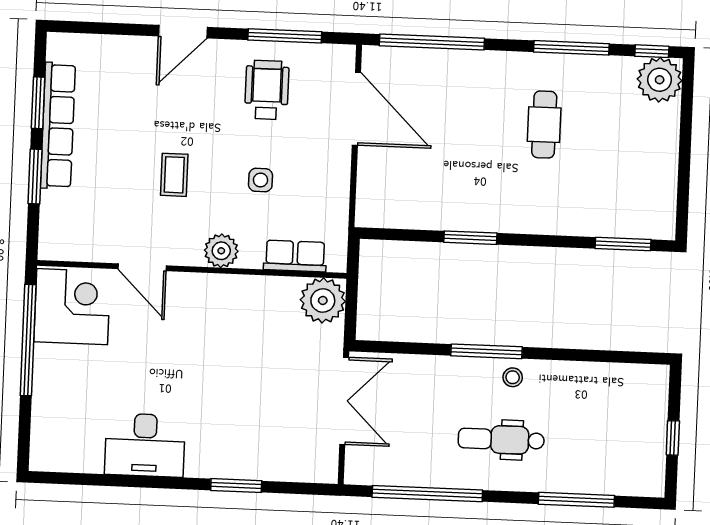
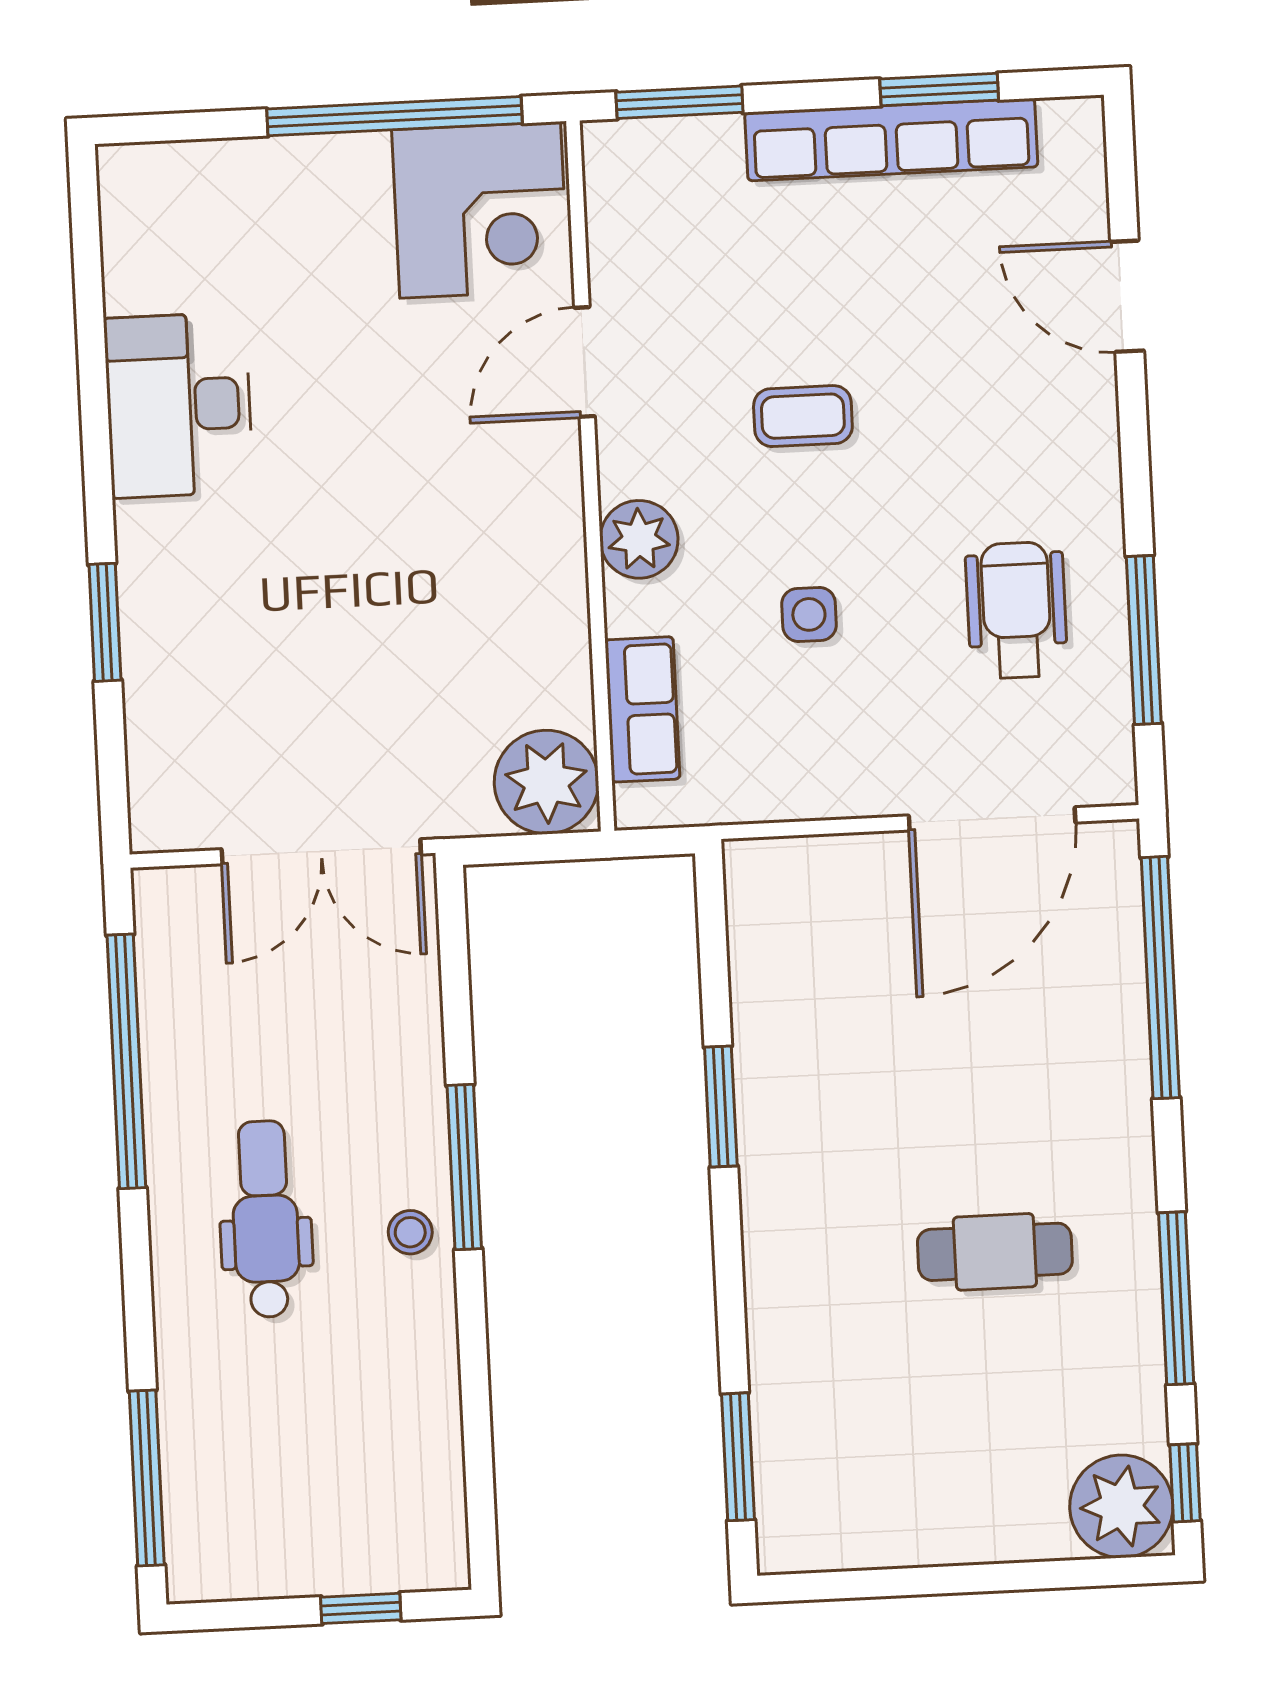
door: (183, 32) -> (1127, 296), moved
wheelchair: (267, 90) -> (1016, 610), turned -90
window: (35, 176) -> (679, 102), moved
window: (673, 438) -> (361, 1608), moved
window: (576, 500) -> (147, 1478), moved

